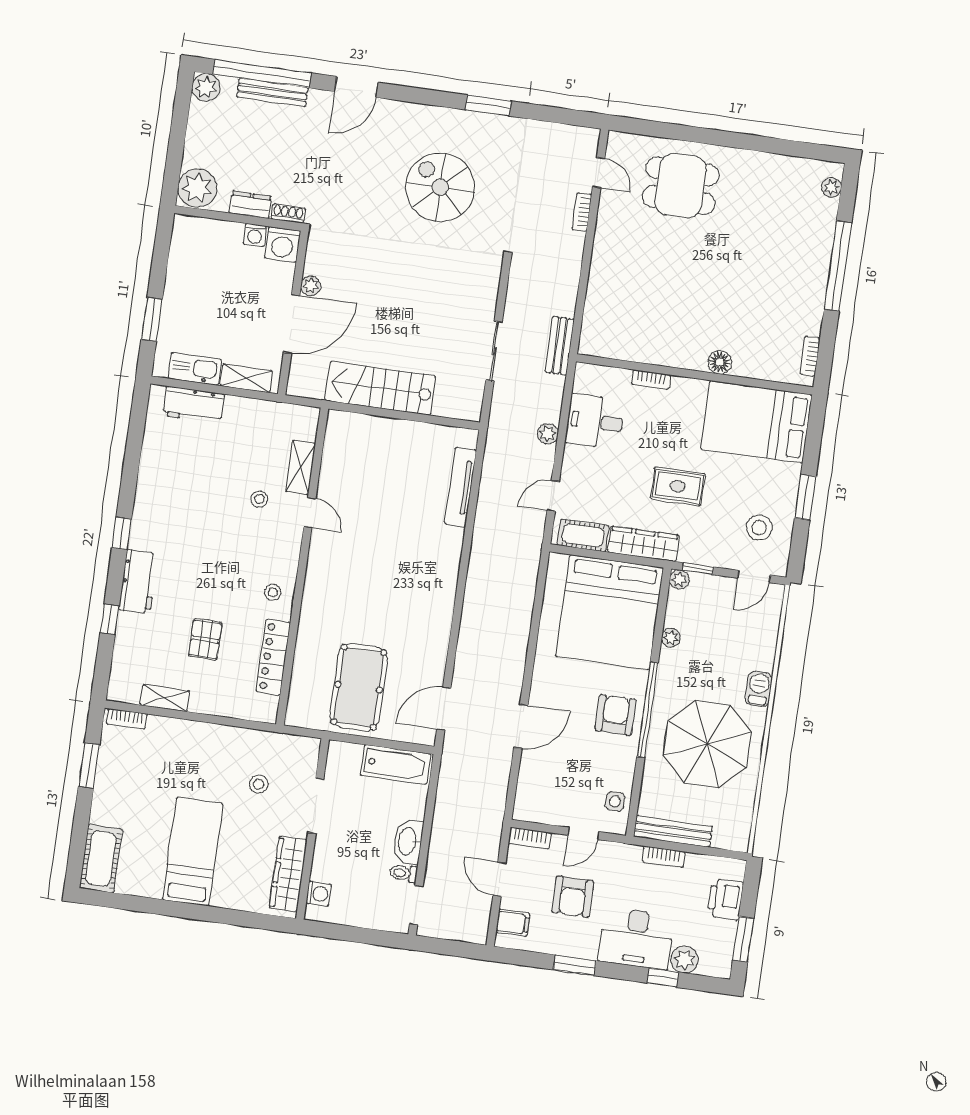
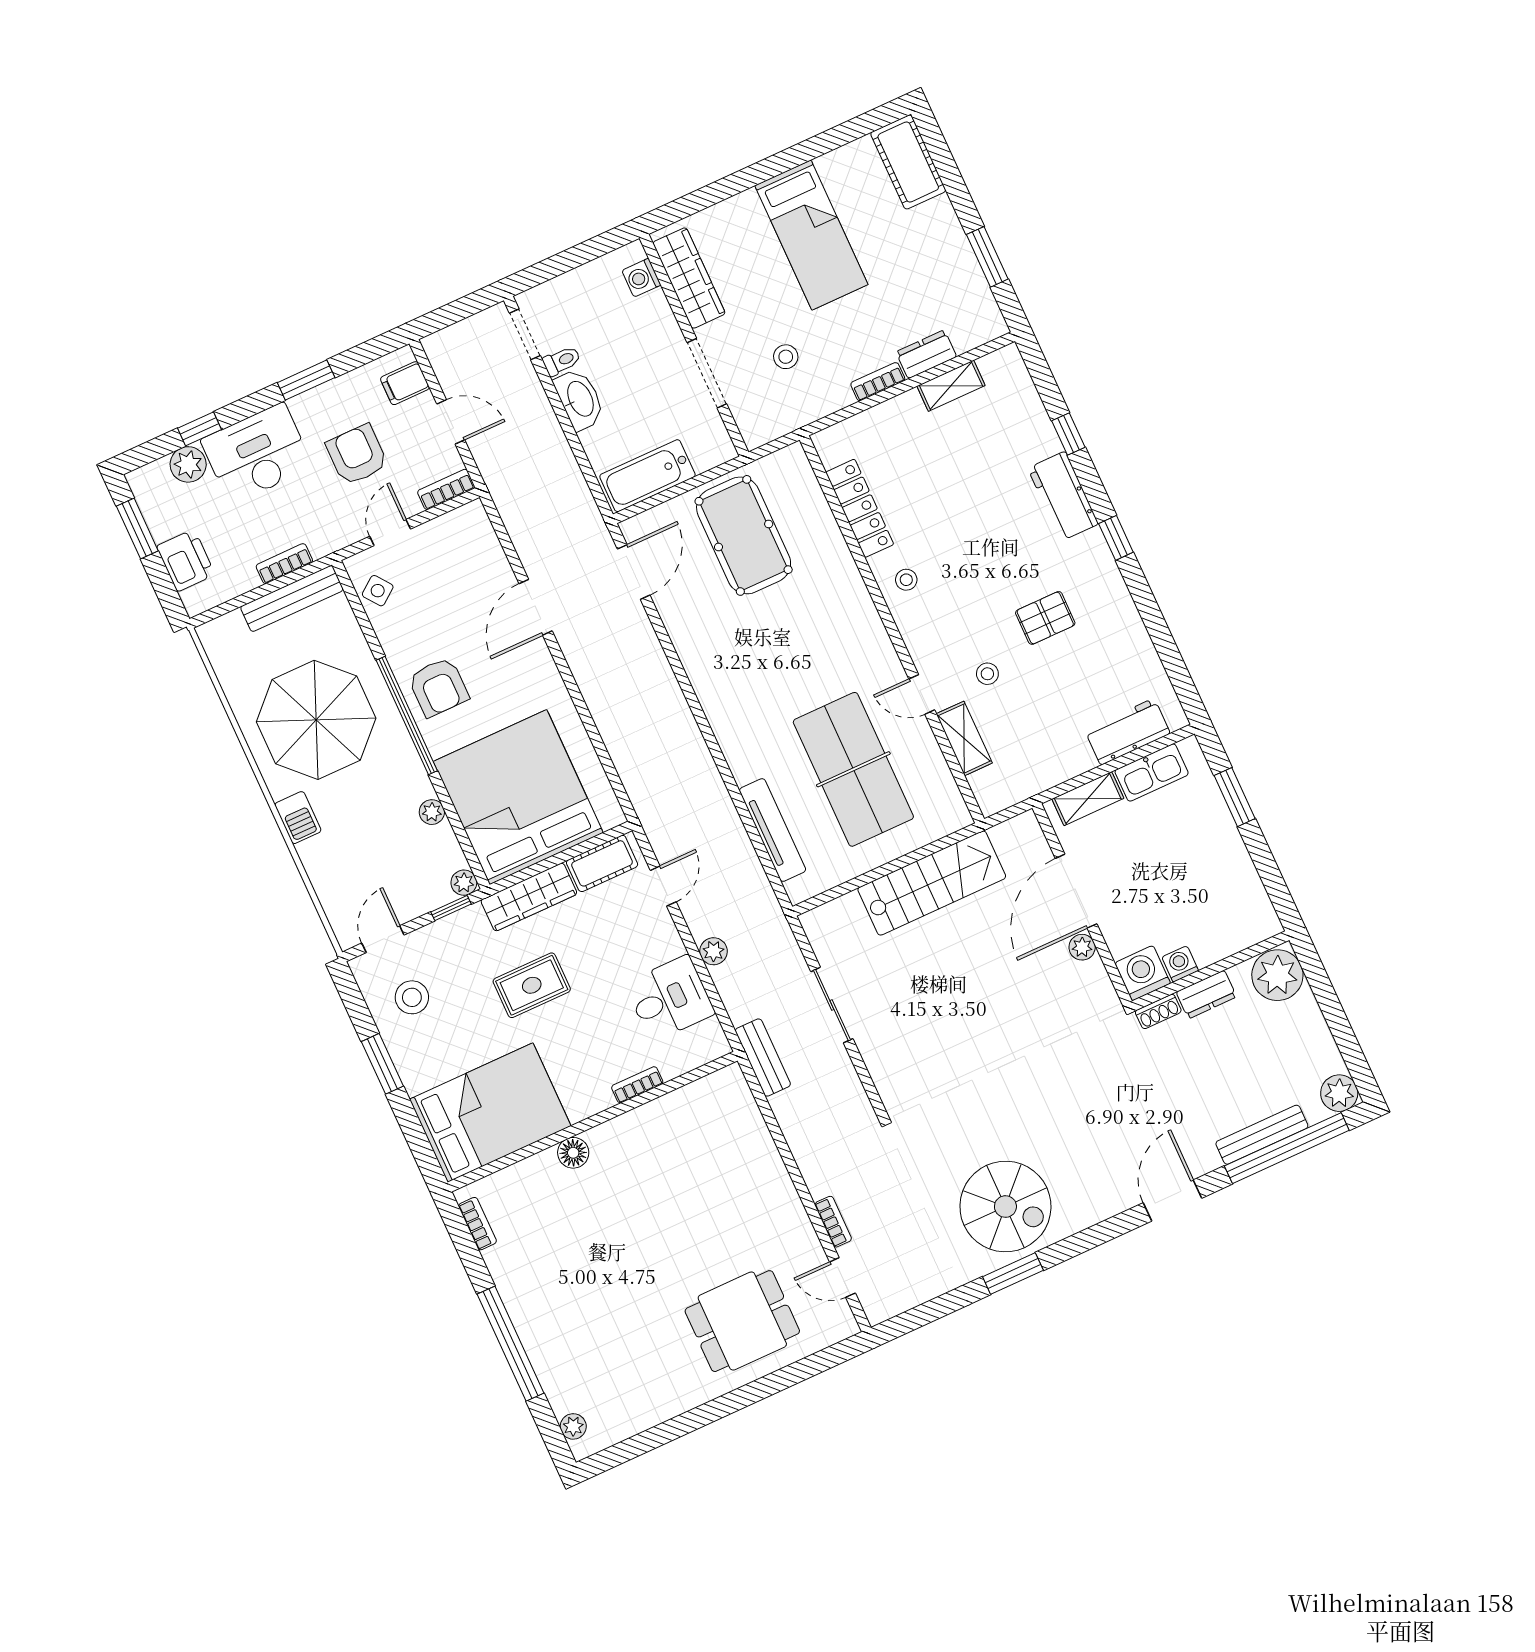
spiral stairs: (440, 187) -> (1005, 1207), moved
table tennis table: (384, 493) -> (853, 769), added
pallet: (205, 639) -> (1045, 618), moved, turned 90
bookcase: (127, 719) -> (878, 382), moved
dresser: (168, 728) -> (926, 354), added
side table: (615, 801) -> (378, 591), turned -37

